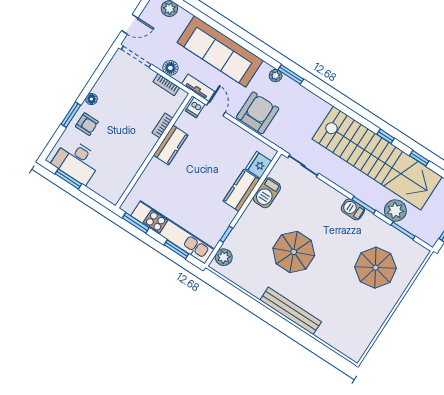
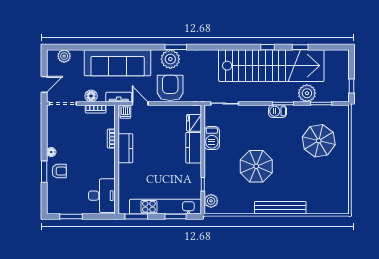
plant: (276, 76) -> (170, 59), width x1.88, depth x1.88
desk: (77, 161) -> (102, 196), moved, turned -90

